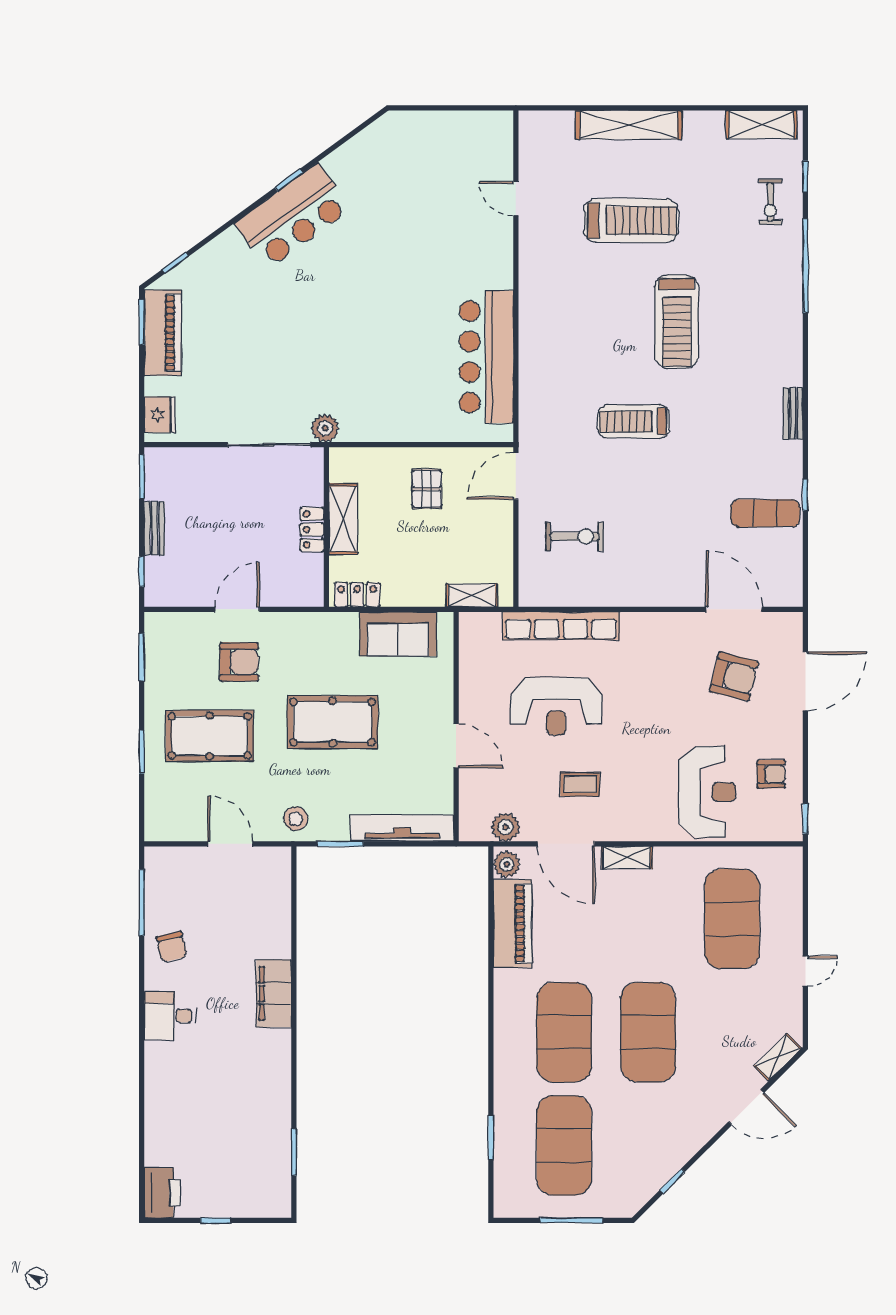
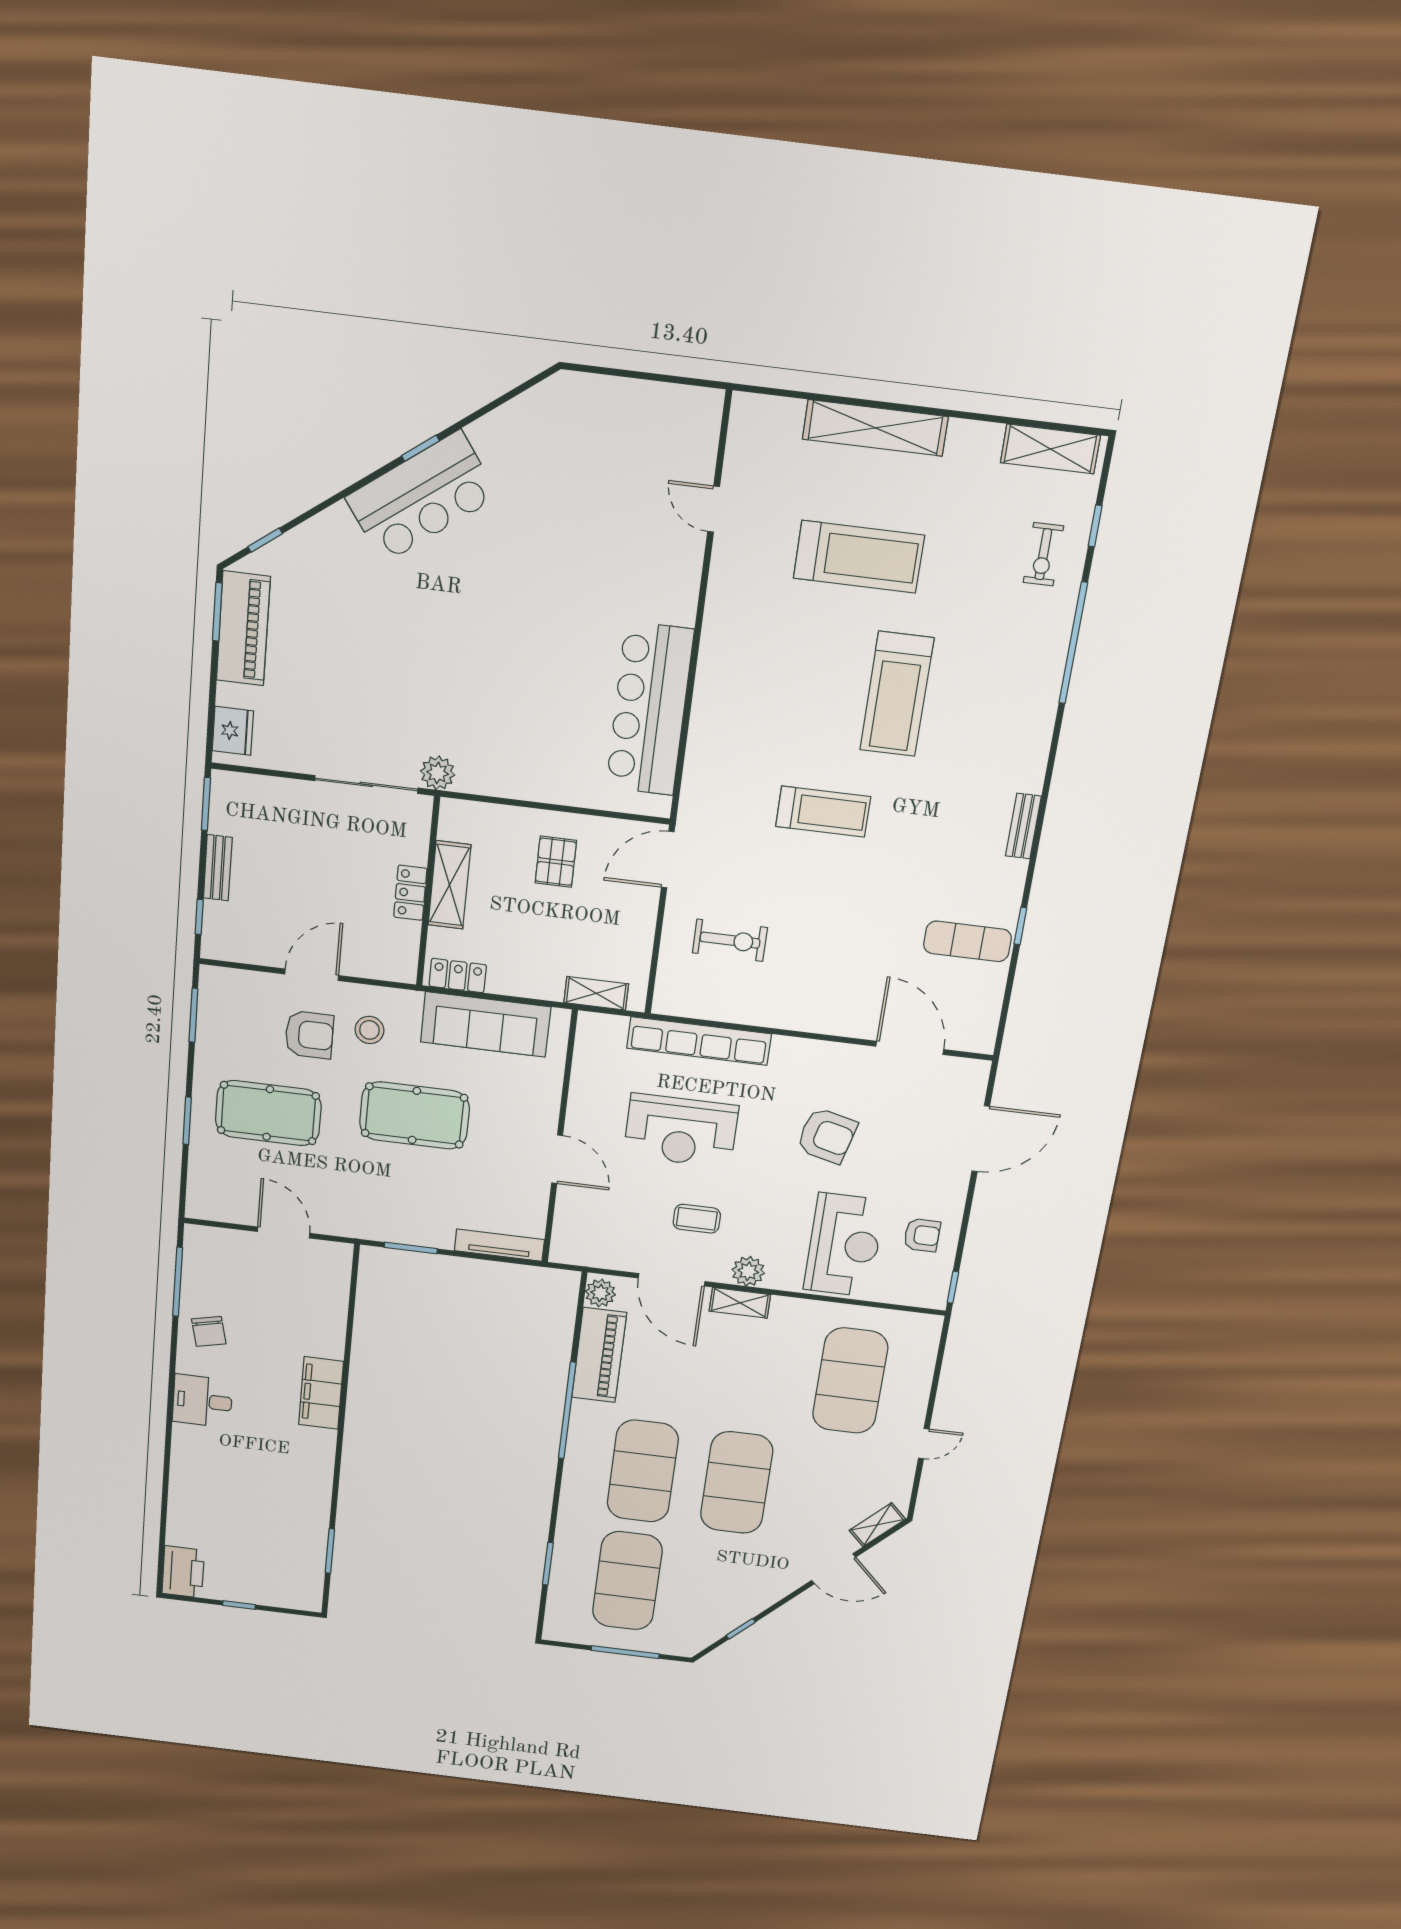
treadmill: (634, 421) -> (823, 812), turned 180
sofa: (398, 634) -> (486, 1024), width x1.36
armchair: (734, 676) -> (827, 1136), moved
stool: (296, 819) -> (369, 1030), moved
plant: (506, 827) -> (748, 1271), moved
tv unit: (402, 828) -> (499, 1245), width x0.73, depth x0.78
window: (491, 981) -> (567, 1410), added

